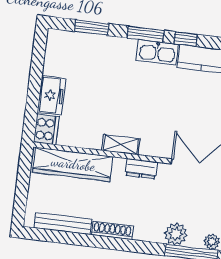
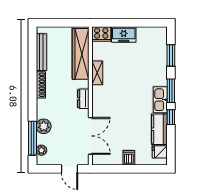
shelving: (121, 145) -> (97, 73), moved

